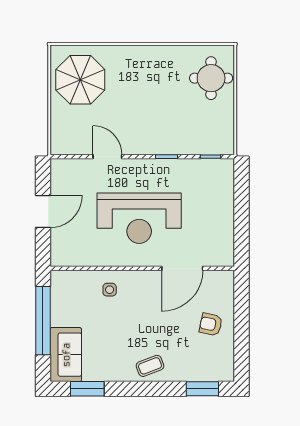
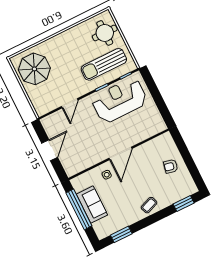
sun lounger: (187, 124) -> (104, 64), added
door: (107, 157) -> (70, 103), swing flipped
reception desk: (139, 218) -> (119, 100), moved, turned 180
door: (182, 268) -> (121, 153), moved
sofa: (66, 355) -> (92, 205), moved

